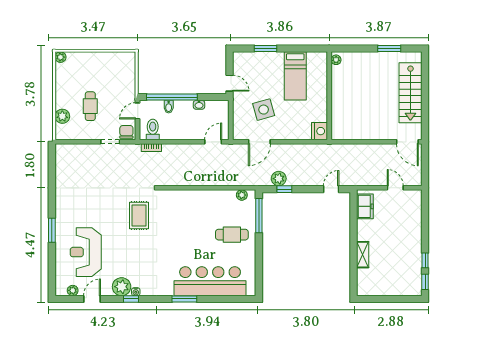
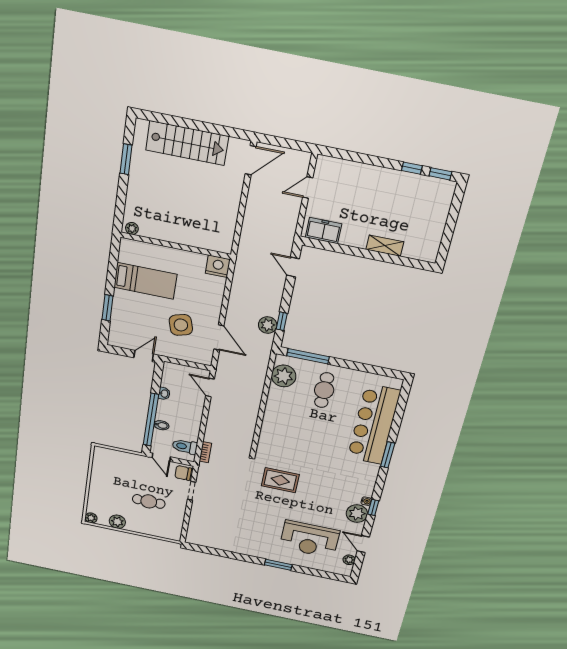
plant: (62, 116) -> (117, 522), moved
plant: (242, 195) -> (284, 376), width x1.88, depth x1.88

